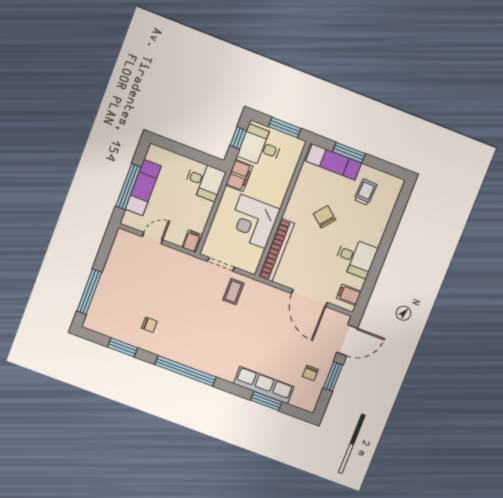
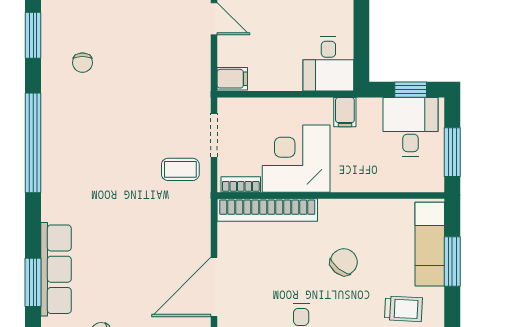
filing cabinet: (239, 176) -> (345, 112), width x0.50
bookcase: (256, 260) -> (241, 185), added

